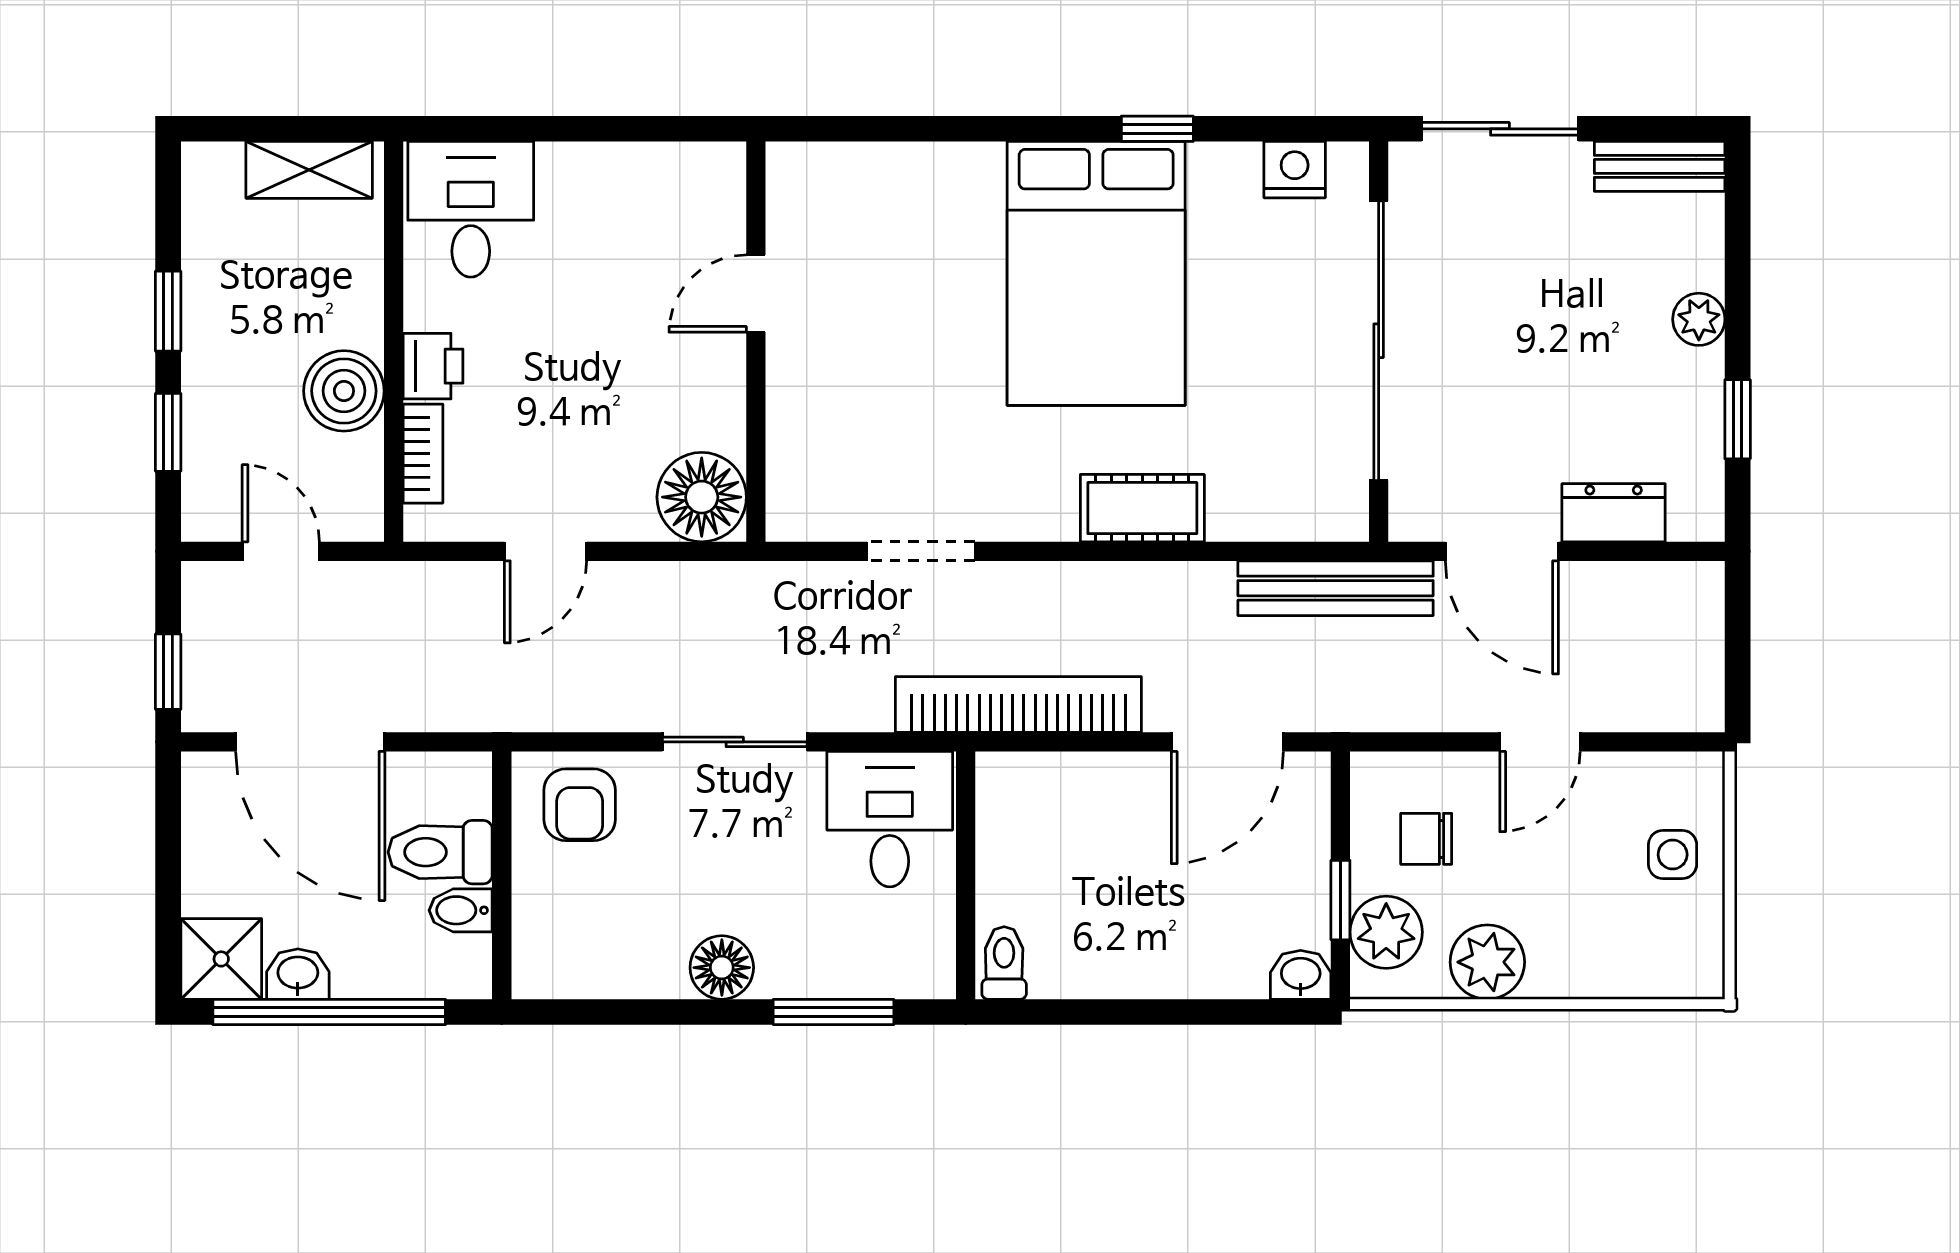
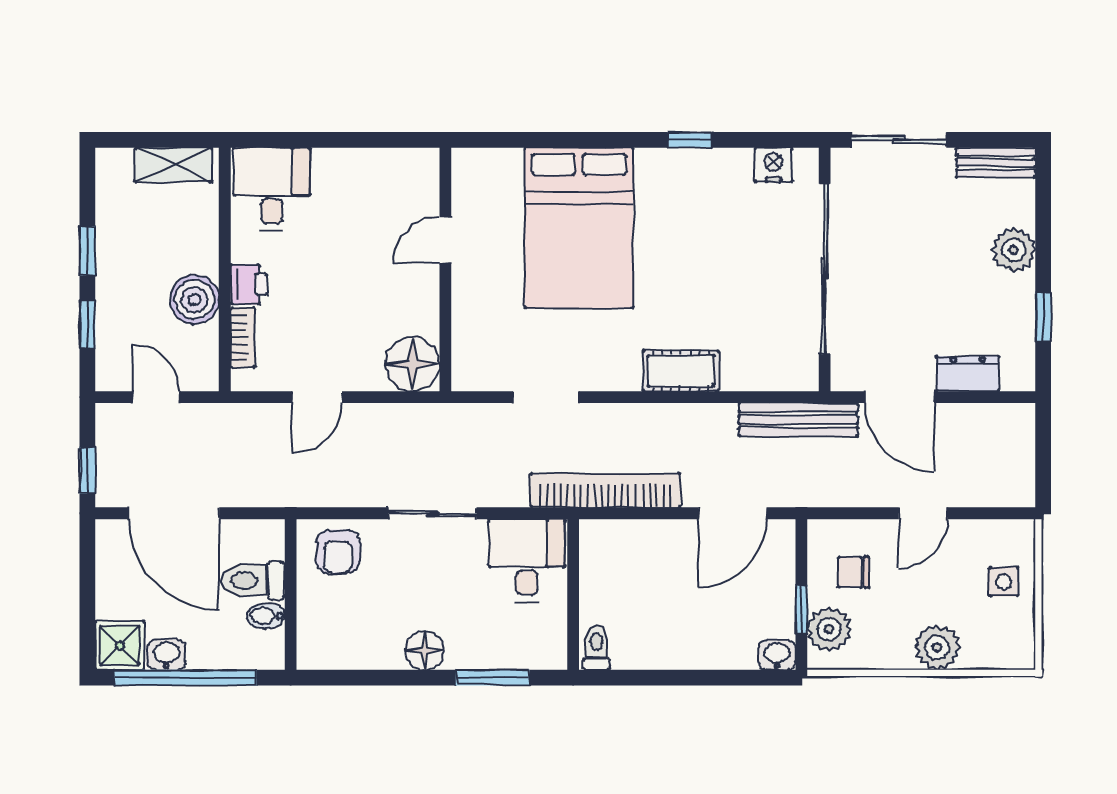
bed: (1096, 273) -> (579, 228), moved
plant: (1699, 319) -> (1014, 250), width x1.38, depth x1.38
plant: (1487, 962) -> (937, 647), moved

